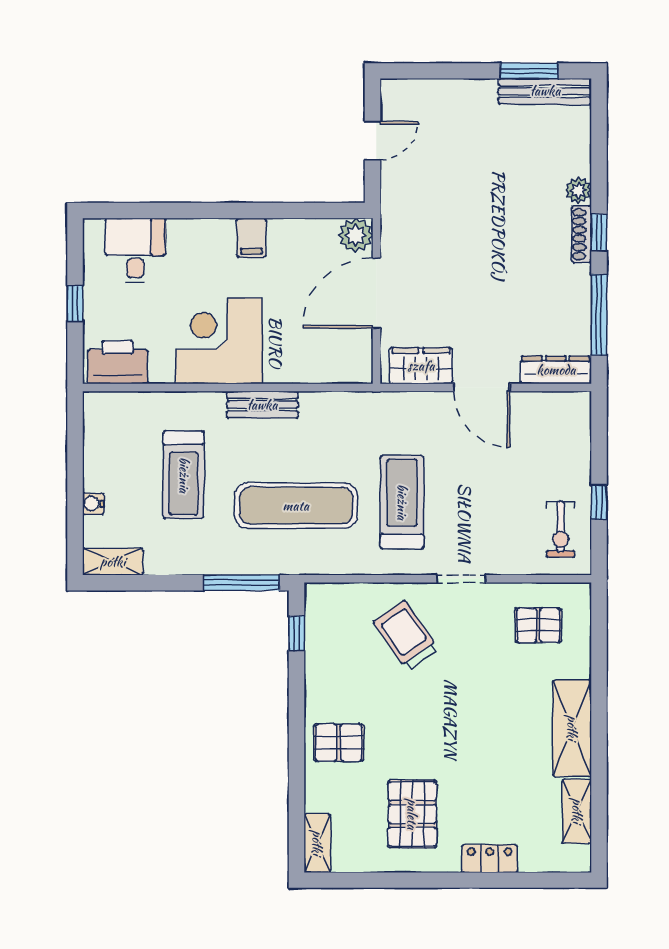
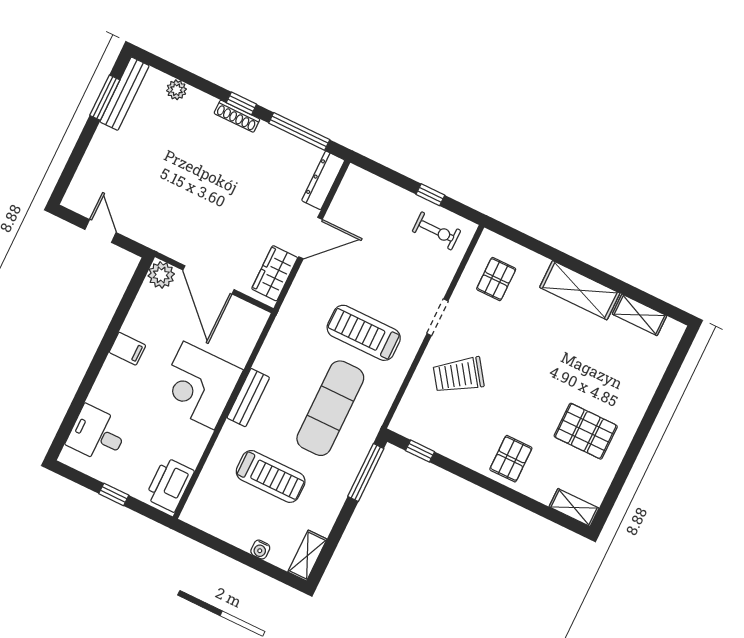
plant: (578, 190) -> (176, 90), moved
corner desk: (219, 341) -> (199, 385), moved
locker: (490, 859) -> (643, 392), removed

